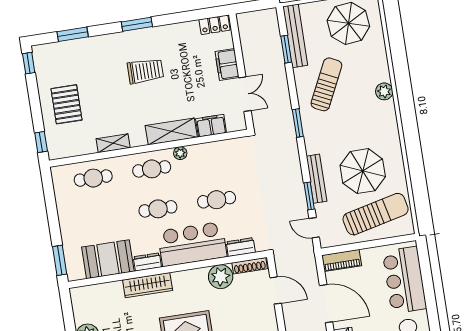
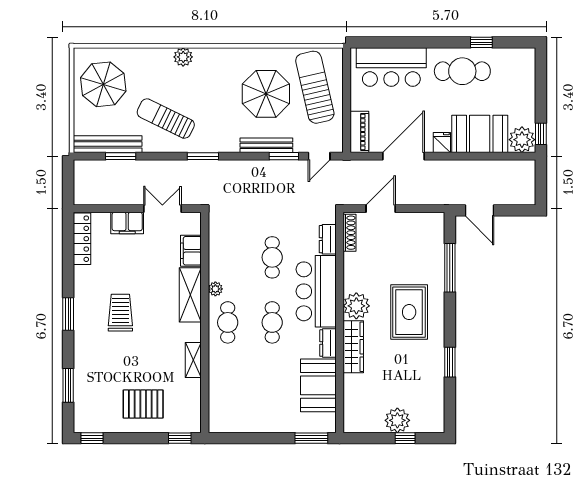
locker: (215, 25) -> (82, 239), width x1.53
cafe table: (93, 178) -> (228, 388), removed
plant: (221, 277) -> (356, 306), moved

